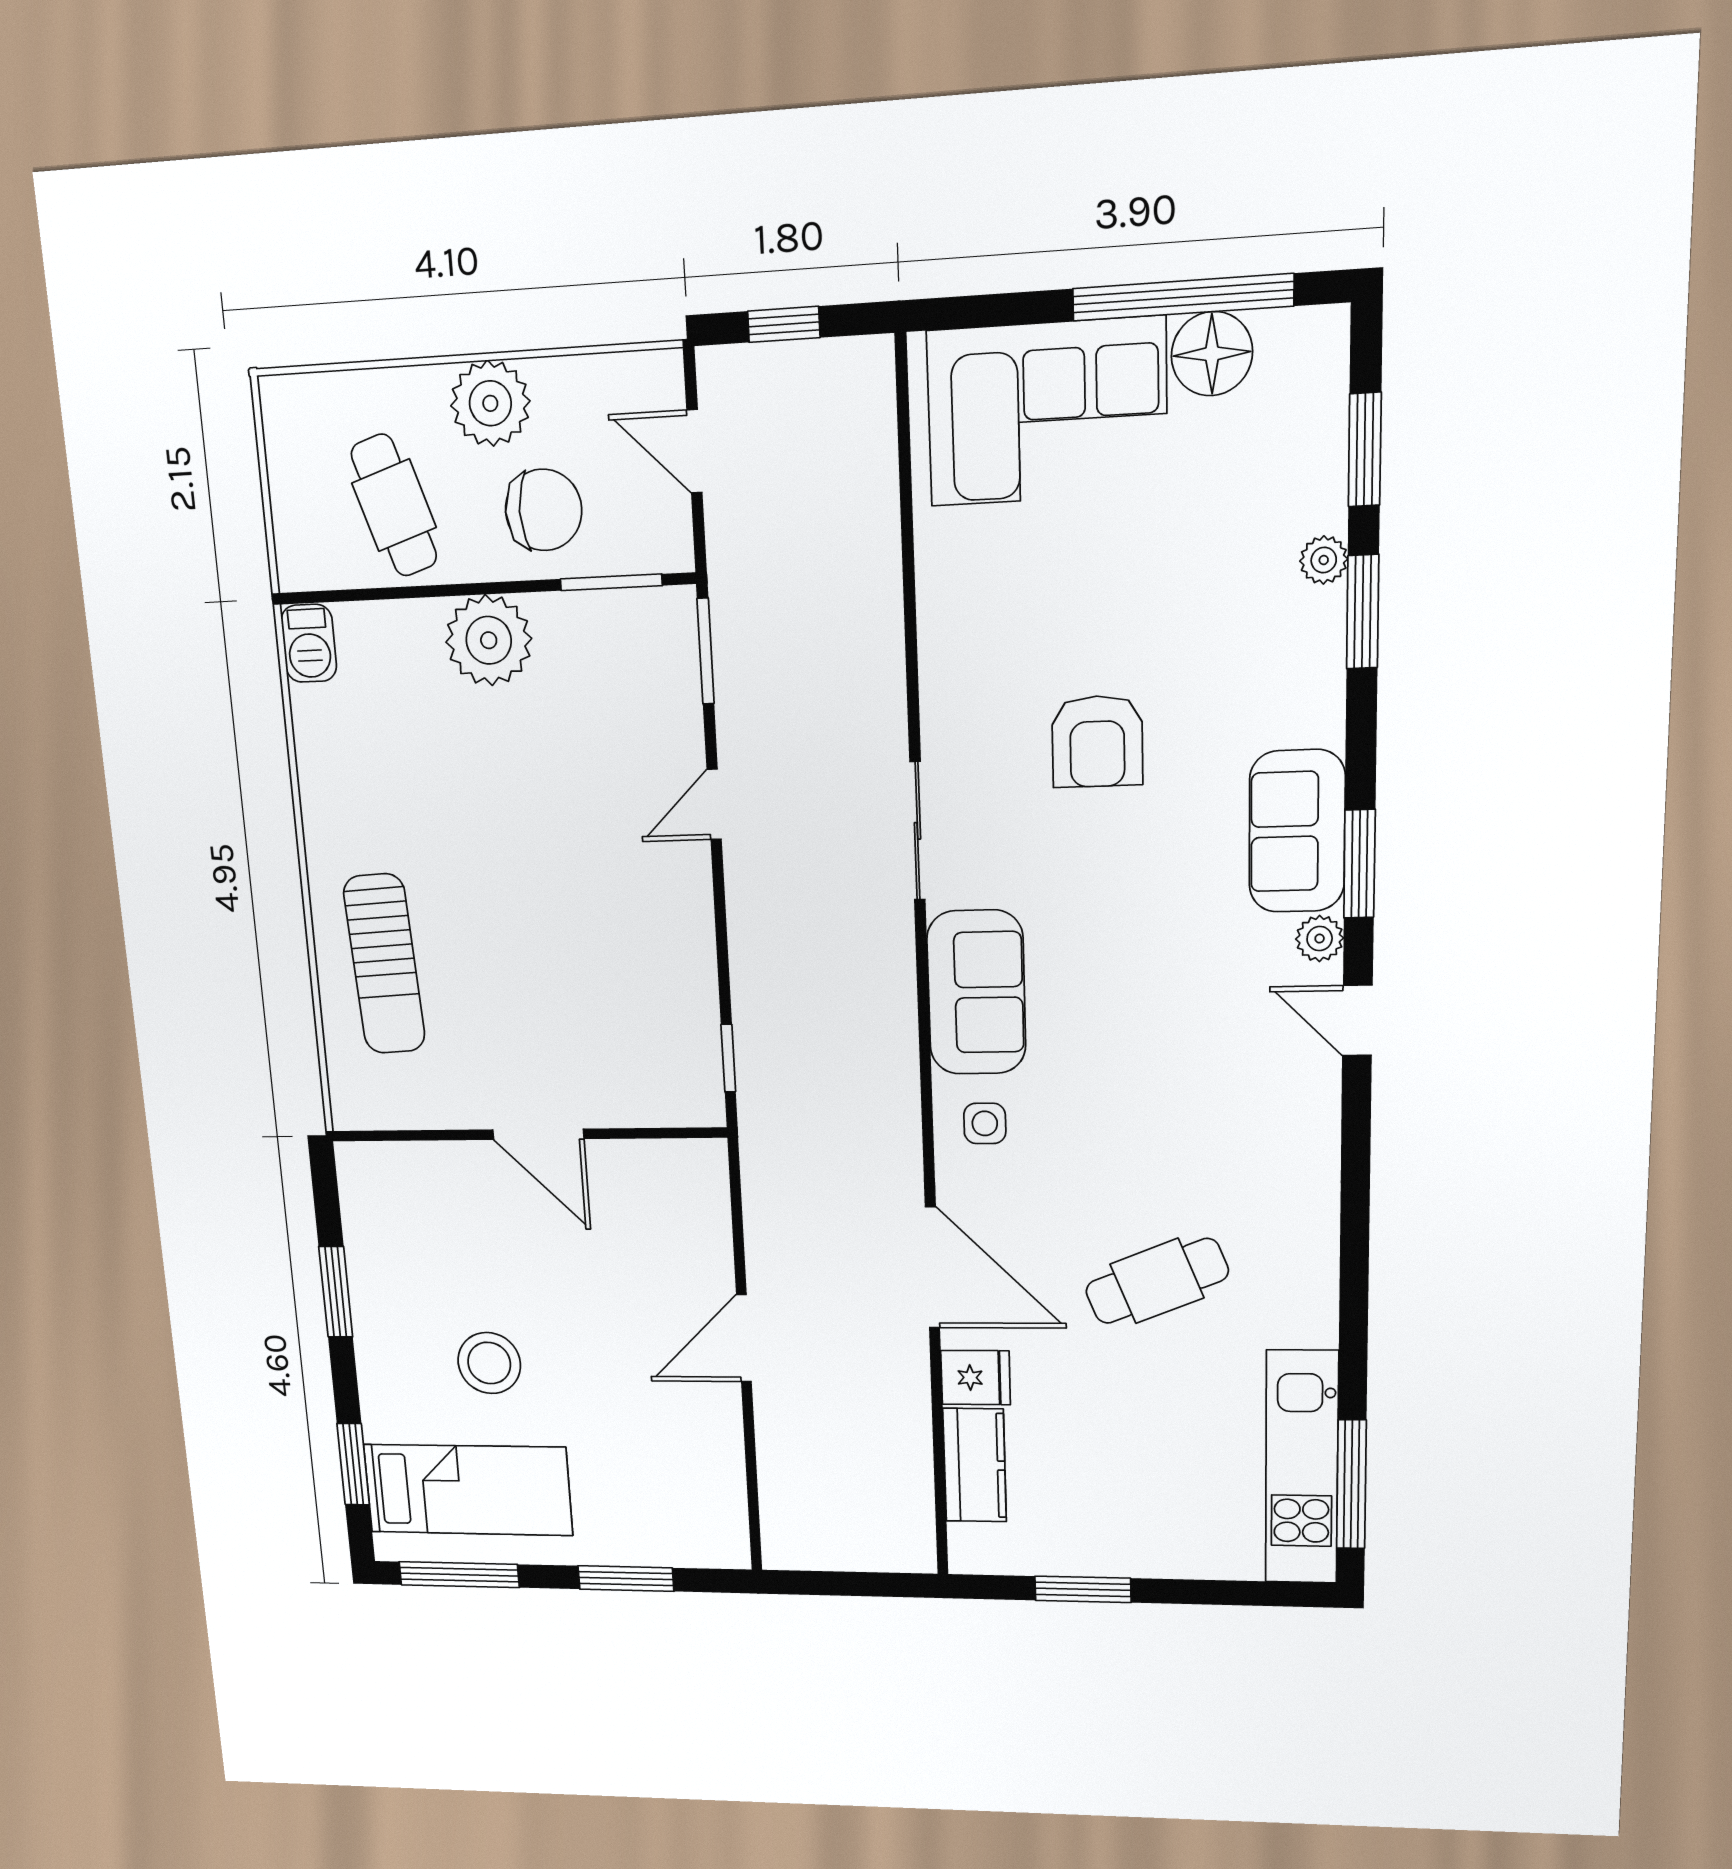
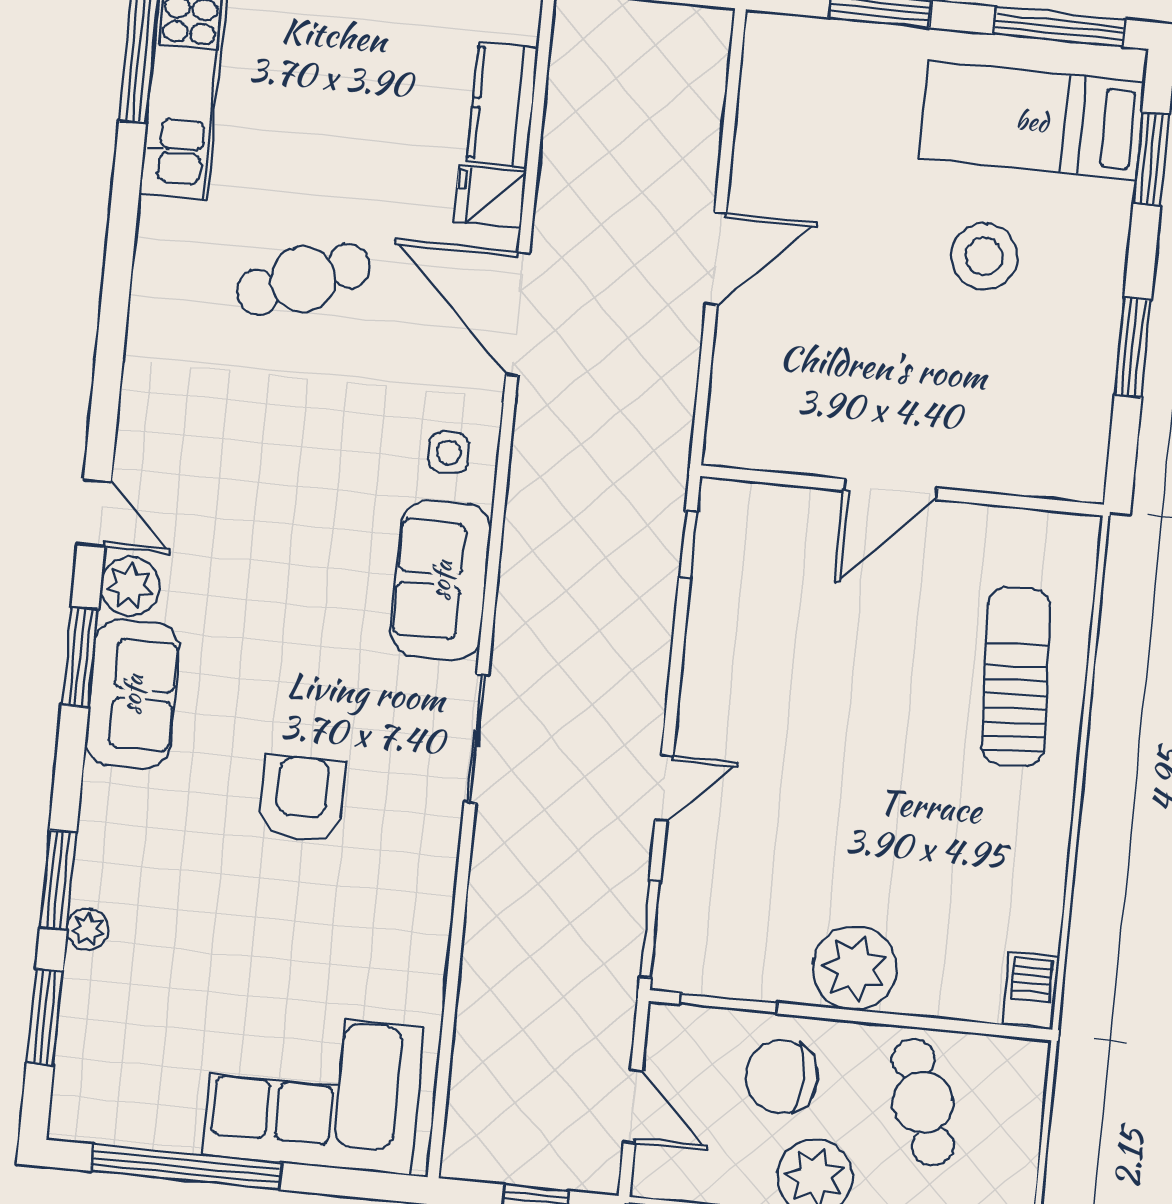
floor lamp: (1212, 354) -> (166, 1117), removed
plant: (1320, 939) -> (130, 586), width x1.38, depth x1.38
door: (538, 1134) -> (890, 489), swing flipped

